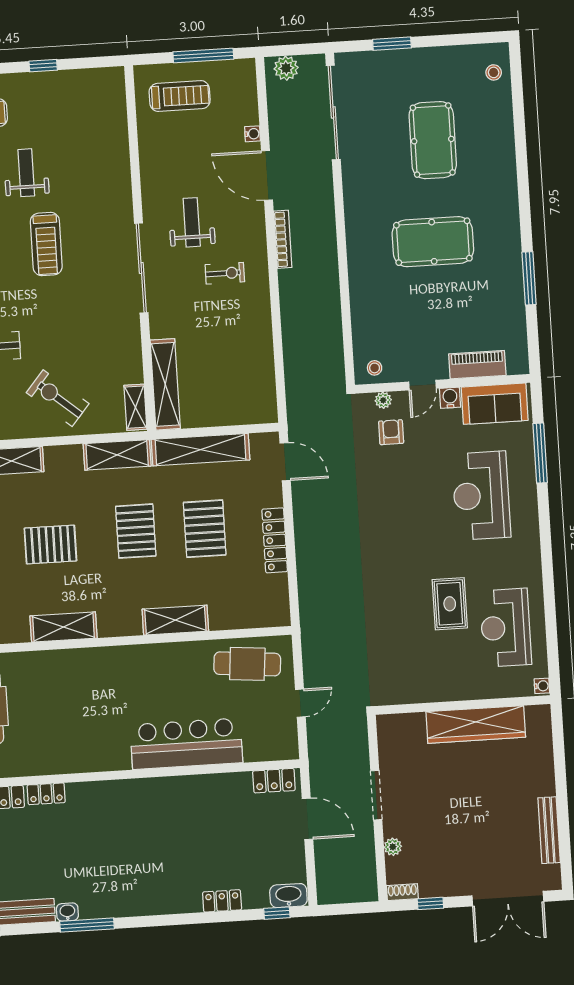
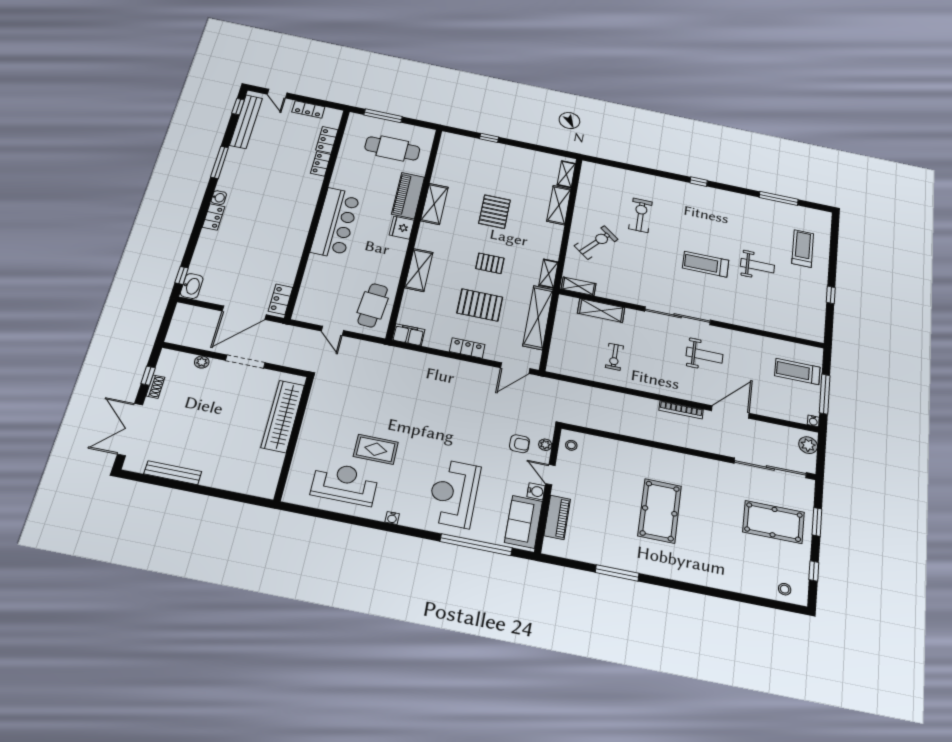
window: (460, 39) -> (814, 571), added
treadmill: (180, 96) -> (797, 372), turned 90
water cooler: (252, 134) -> (813, 421), moved
pool table: (433, 140) -> (774, 522), moved
exercise bike: (225, 273) -> (614, 357), moved
shelving: (165, 384) -> (601, 311), width x0.68
window: (540, 453) -> (476, 545), width x1.46
shelving: (117, 455) -> (548, 274), width x0.67, depth x0.75
reception desk: (481, 496) -> (454, 493), turned -90
pallet: (136, 531) -> (490, 263), width x0.67, depth x0.71
locker: (275, 540) -> (467, 348), width x0.66
filing cabinet: (277, 607) -> (408, 335), added
fridge: (116, 660) -> (402, 228), added
piano: (61, 665) -> (408, 196), added
water cooler: (542, 686) -> (392, 518), moved
wardrobe: (476, 724) -> (283, 416), moved
bar counter: (186, 744) -> (335, 223), moved
door: (308, 819) -> (244, 313), width x1.36
shoe rack: (402, 892) -> (155, 387), moved
locker: (222, 901) -> (213, 217), moved
washbasin: (67, 912) -> (219, 198), moved

